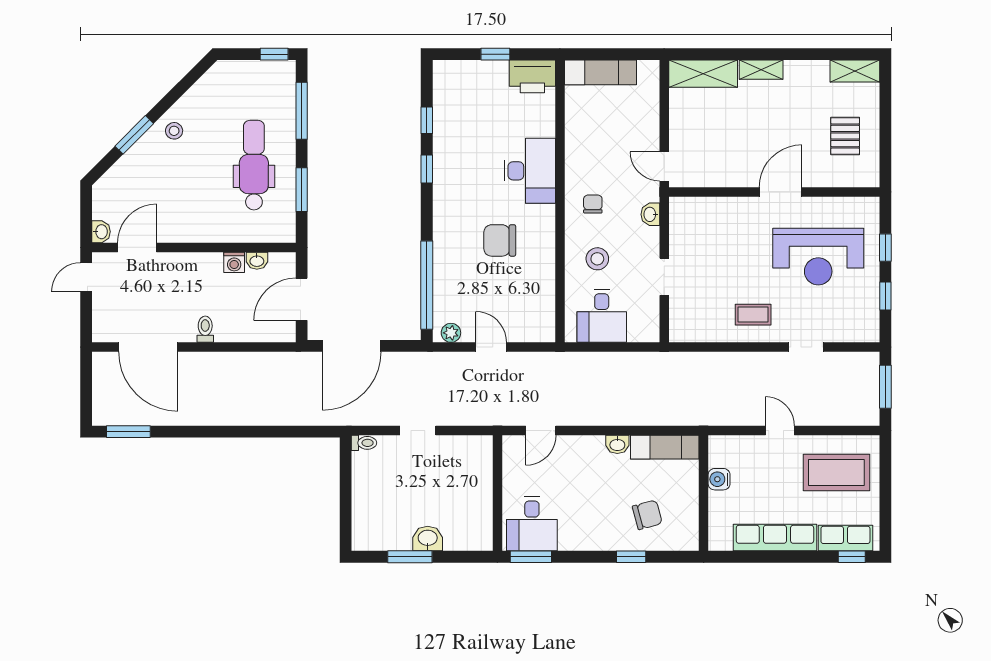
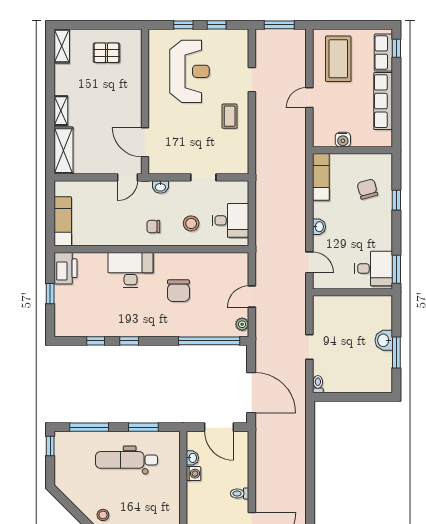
door: (781, 192) -> (145, 142), moved
washbasin: (617, 444) -> (319, 227), moved

